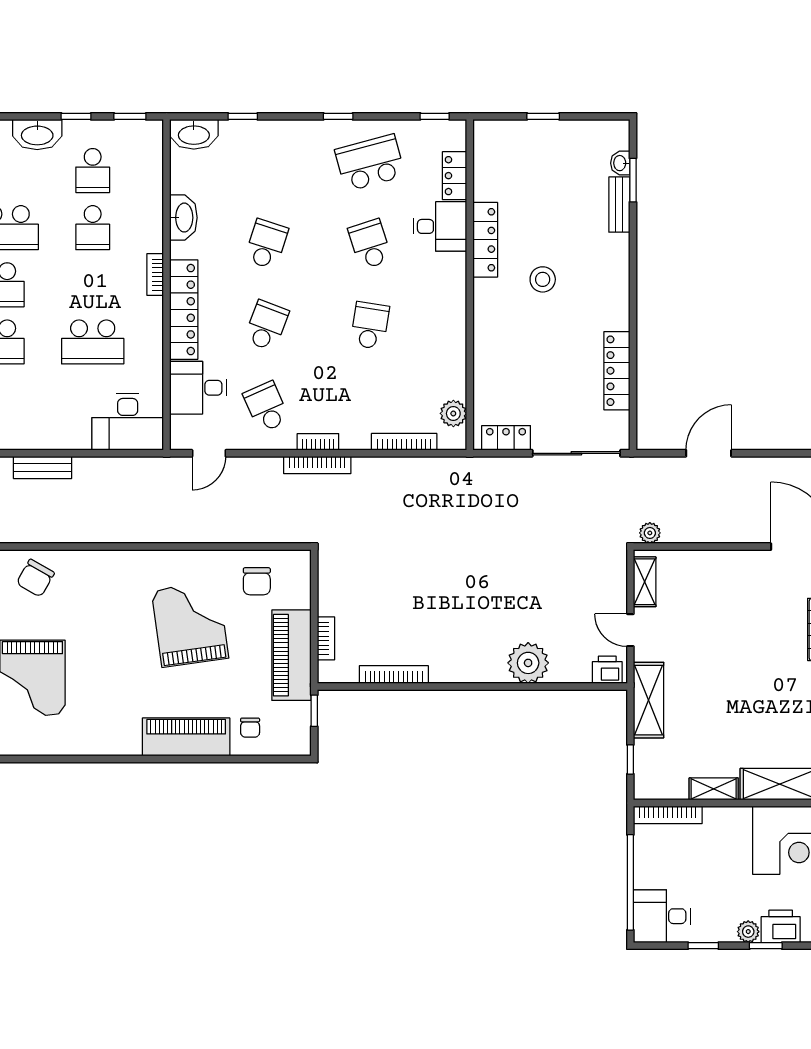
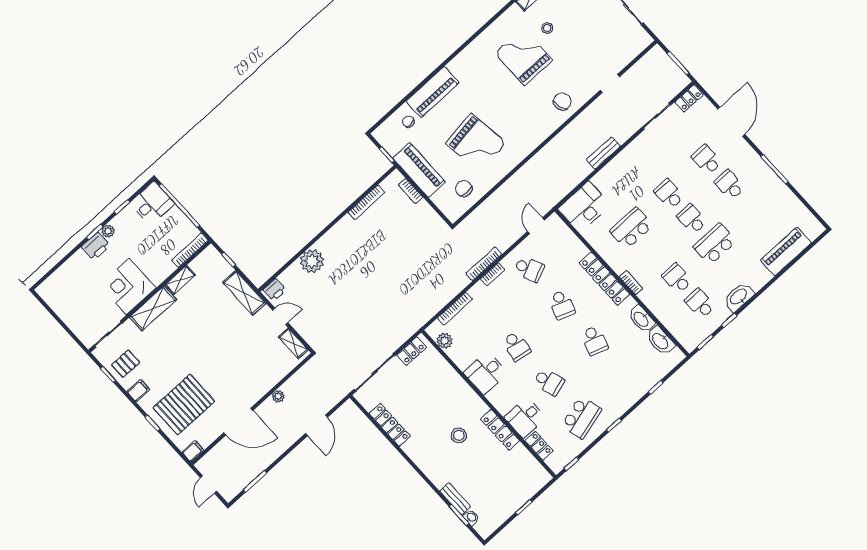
washbasin: (194, 134) -> (660, 341), moved, turned -90
desk: (198, 388) -> (486, 373), moved, turned 180
plant: (650, 533) -> (278, 396), moved
chair: (35, 578) -> (562, 101), turned 45

